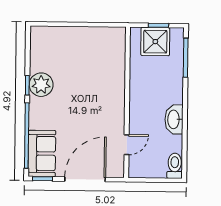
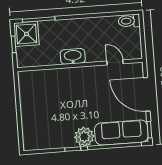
shower: (155, 42) -> (26, 34), moved
plant: (41, 85) -> (84, 137), moved
washbasin: (174, 119) -> (73, 56), moved, turned 180
sofa: (42, 154) -> (121, 133), width x1.36

